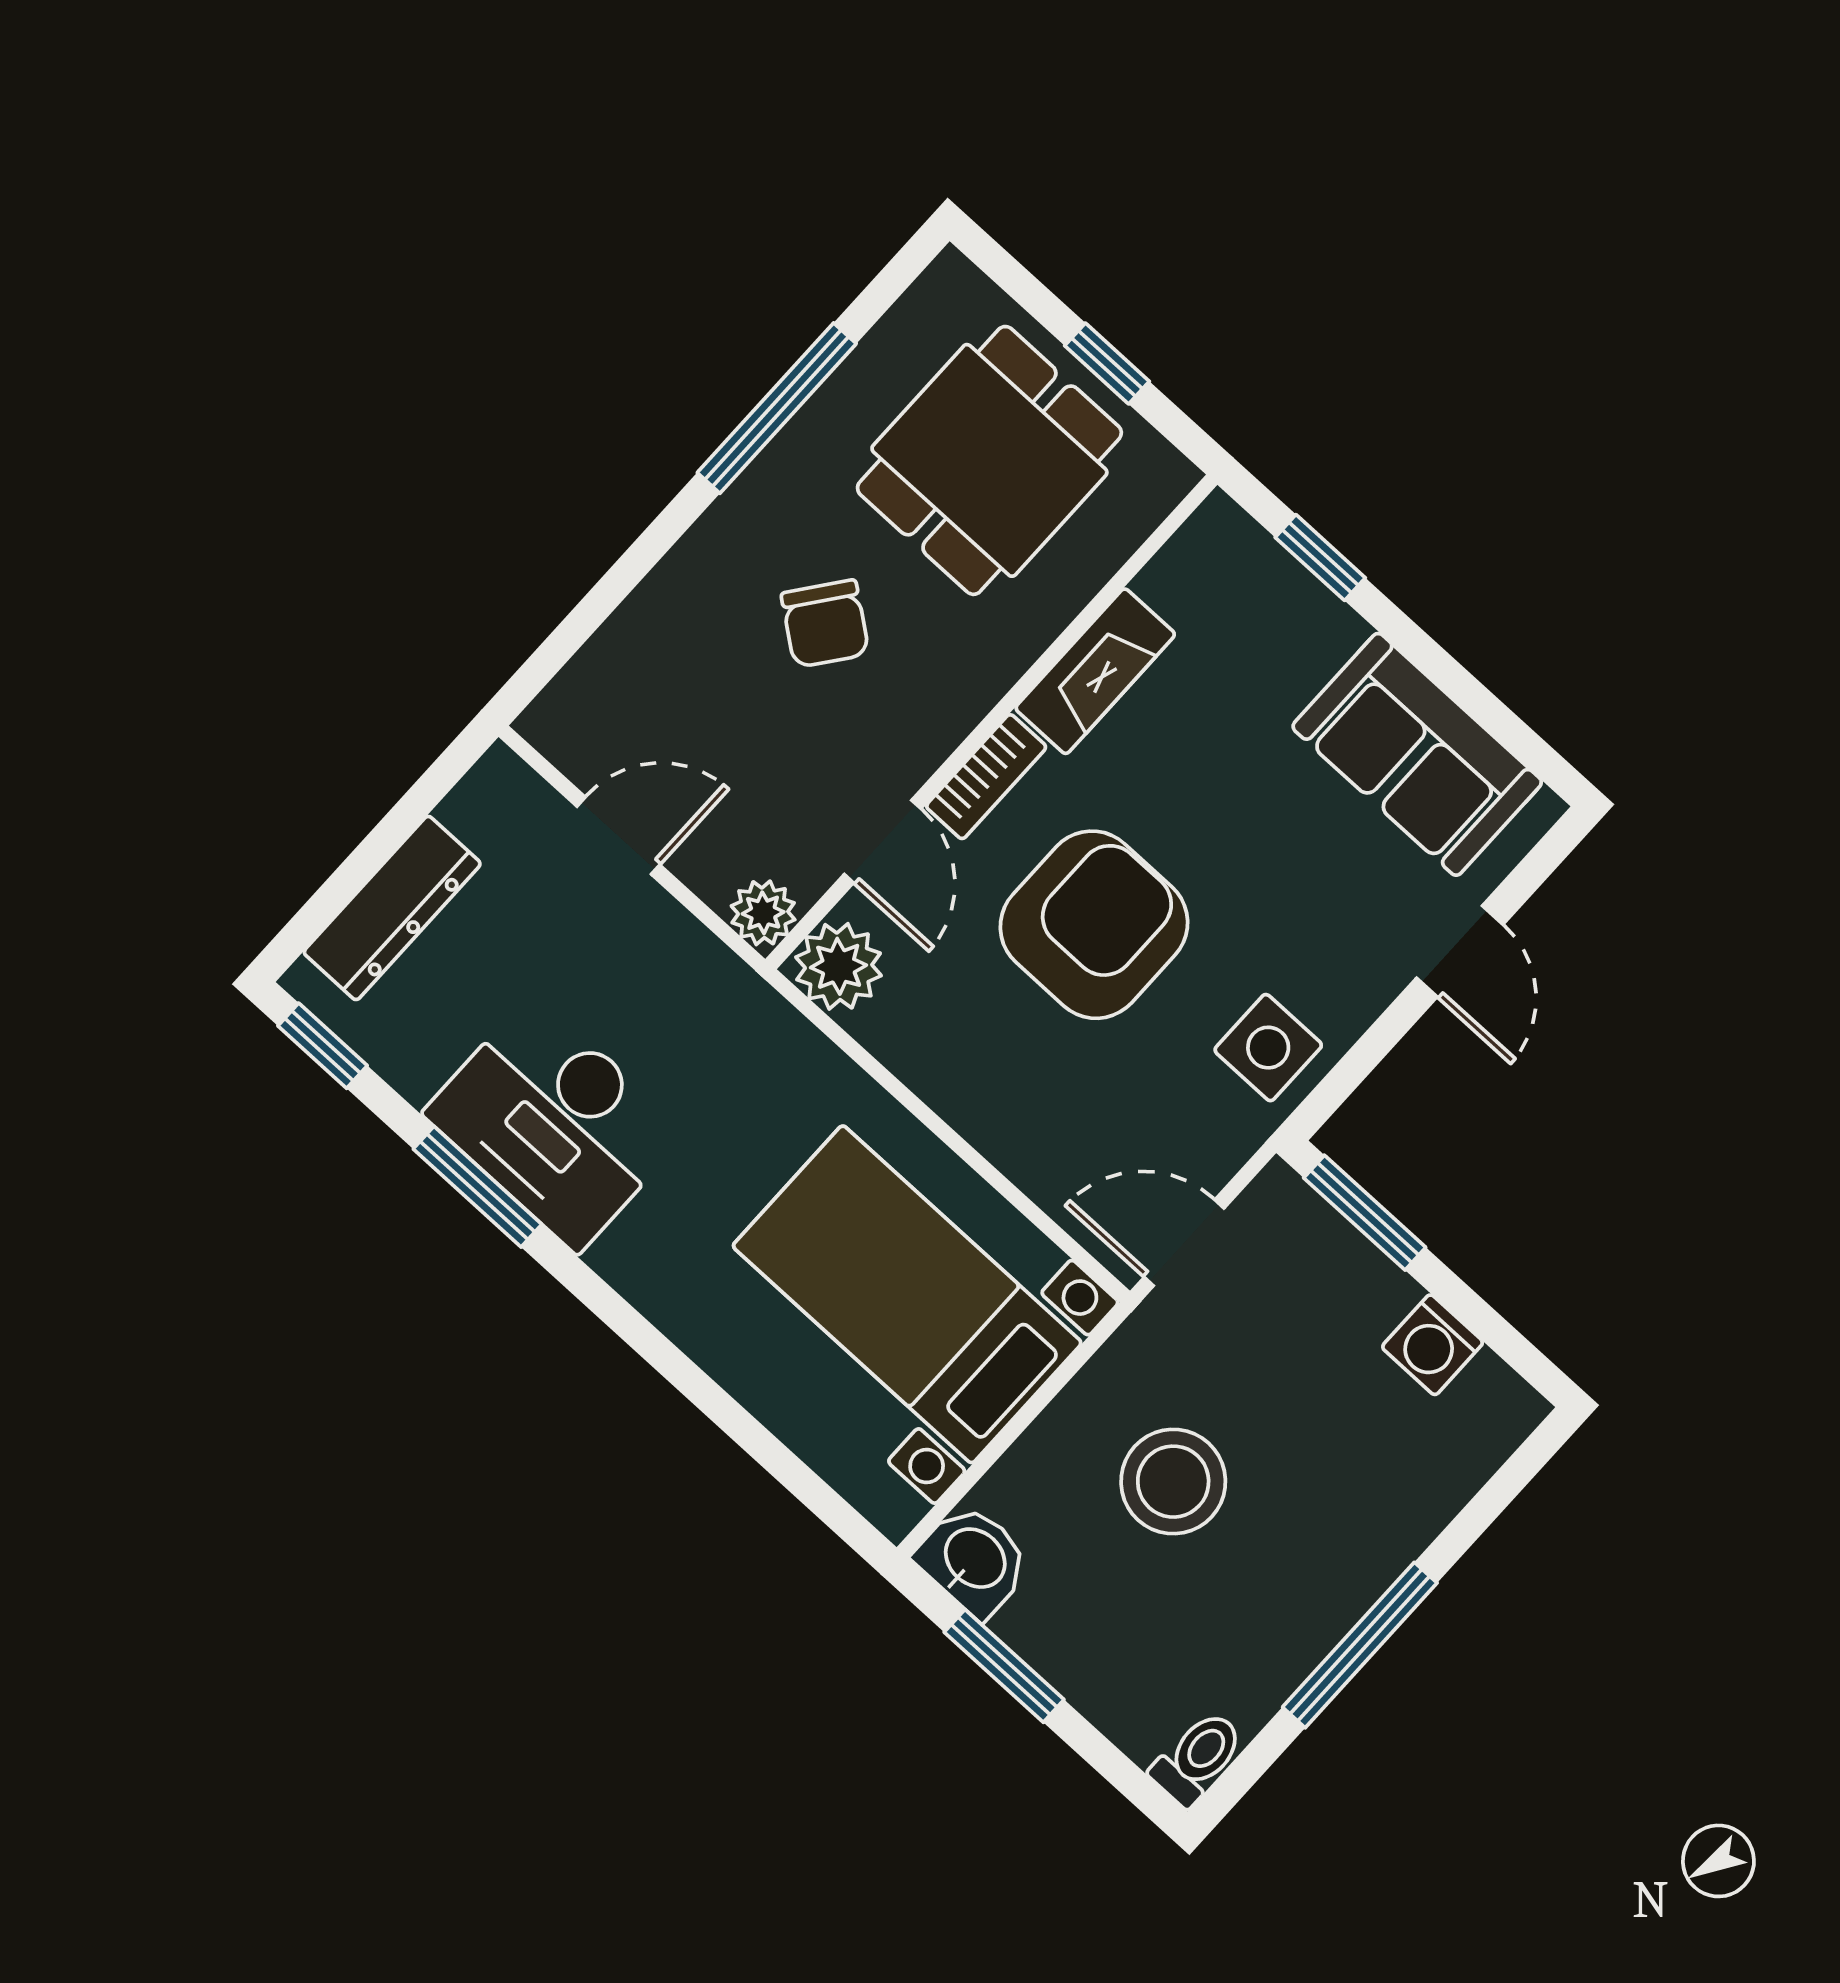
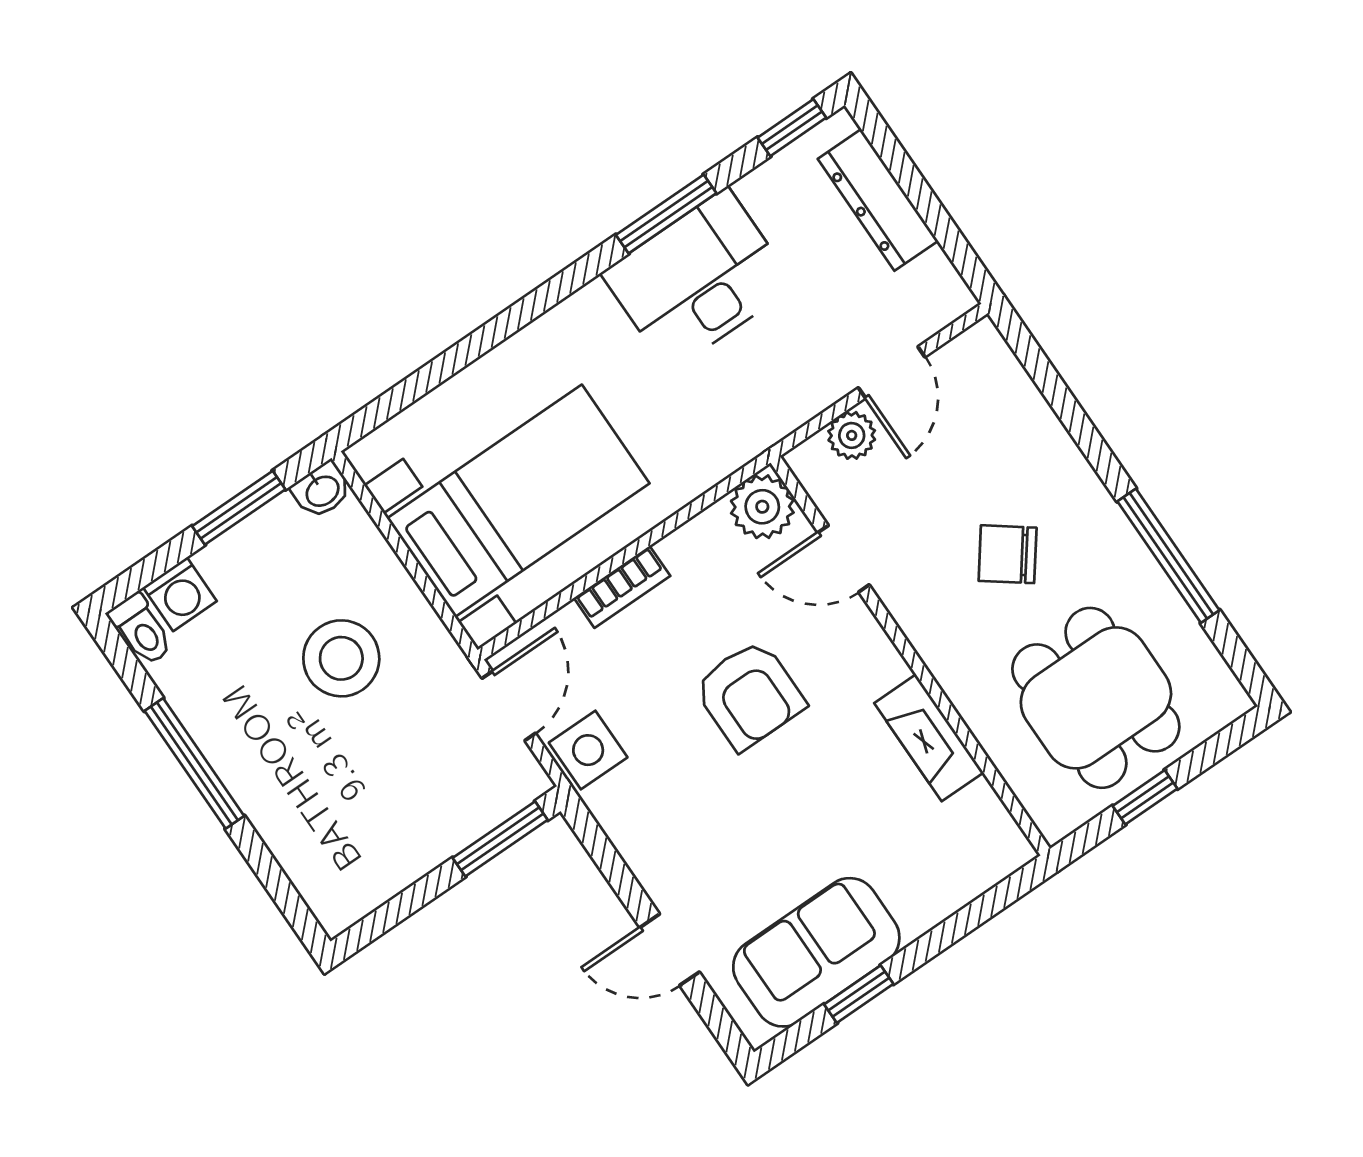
window: (1320, 558) -> (859, 994), moved
bookcase: (986, 777) -> (622, 587), moved, turned -90
plant: (763, 913) -> (852, 435), moved
armchair: (1094, 925) -> (749, 695), width x0.73, depth x0.73
side table: (1268, 1048) -> (588, 750), moved
washing machine: (1433, 1345) -> (180, 594), moved, turned 180
washbasin: (974, 1560) -> (322, 490), width x0.72, depth x0.69

